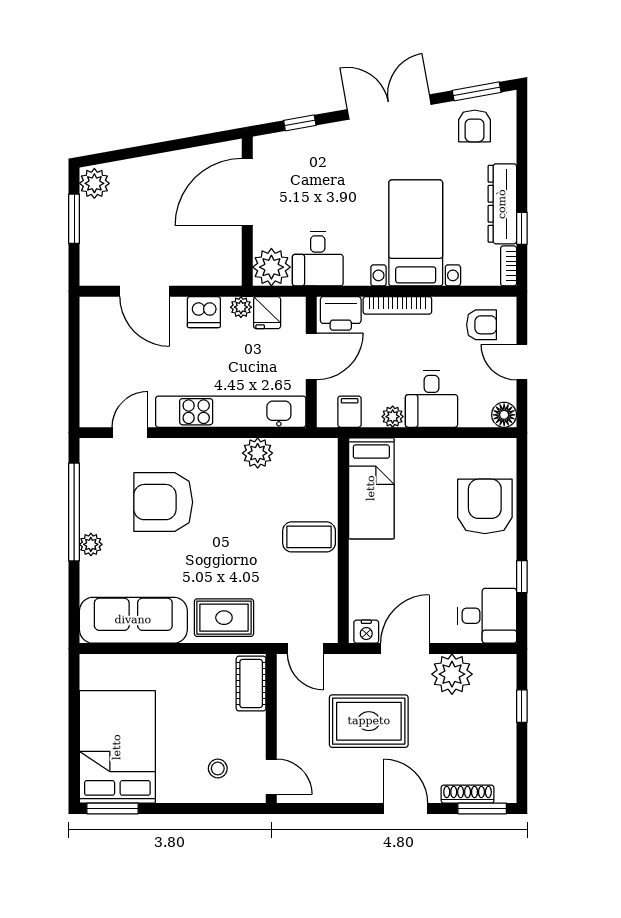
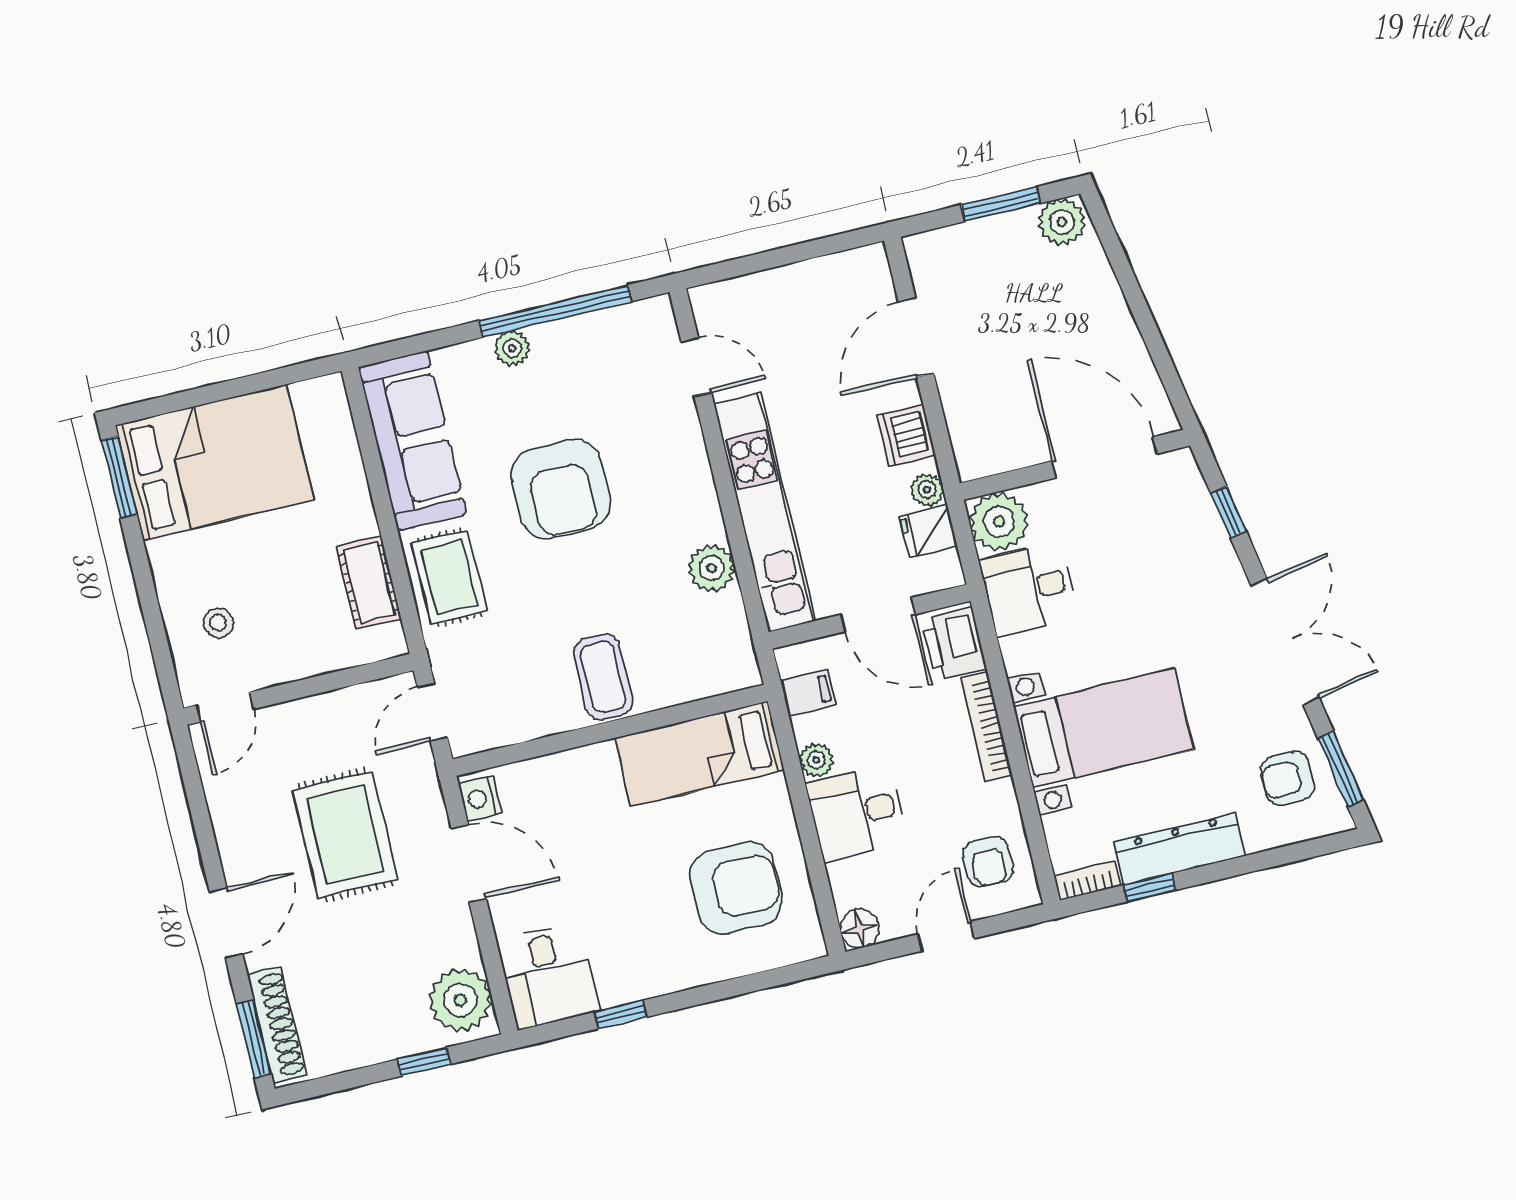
armchair: (163, 502) -> (561, 489), moved, turned 180
armchair: (485, 506) -> (736, 888), moved
plant: (452, 674) -> (460, 1000), moved
cot: (251, 684) -> (369, 583), moved, turned 90
shoe rack: (468, 794) -> (277, 1025), width x1.36, depth x1.24

